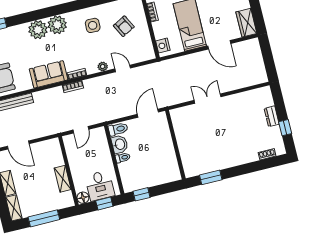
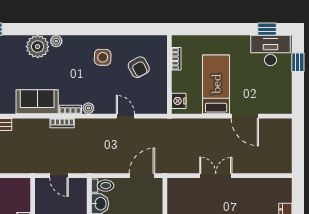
wardrobe: (246, 23) -> (283, 98), removed
plant: (57, 25) -> (56, 41), width x0.53, depth x0.53
plant: (103, 67) -> (88, 108), moved
door: (81, 130) -> (59, 176), hinge flipped

